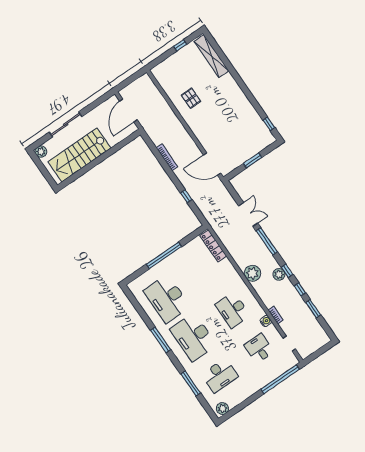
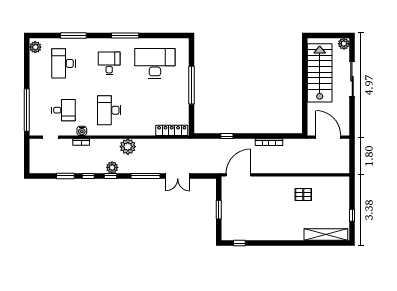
desk: (233, 310) -> (109, 110), turned -90
desk: (193, 337) -> (109, 63), width x0.53, depth x0.77

